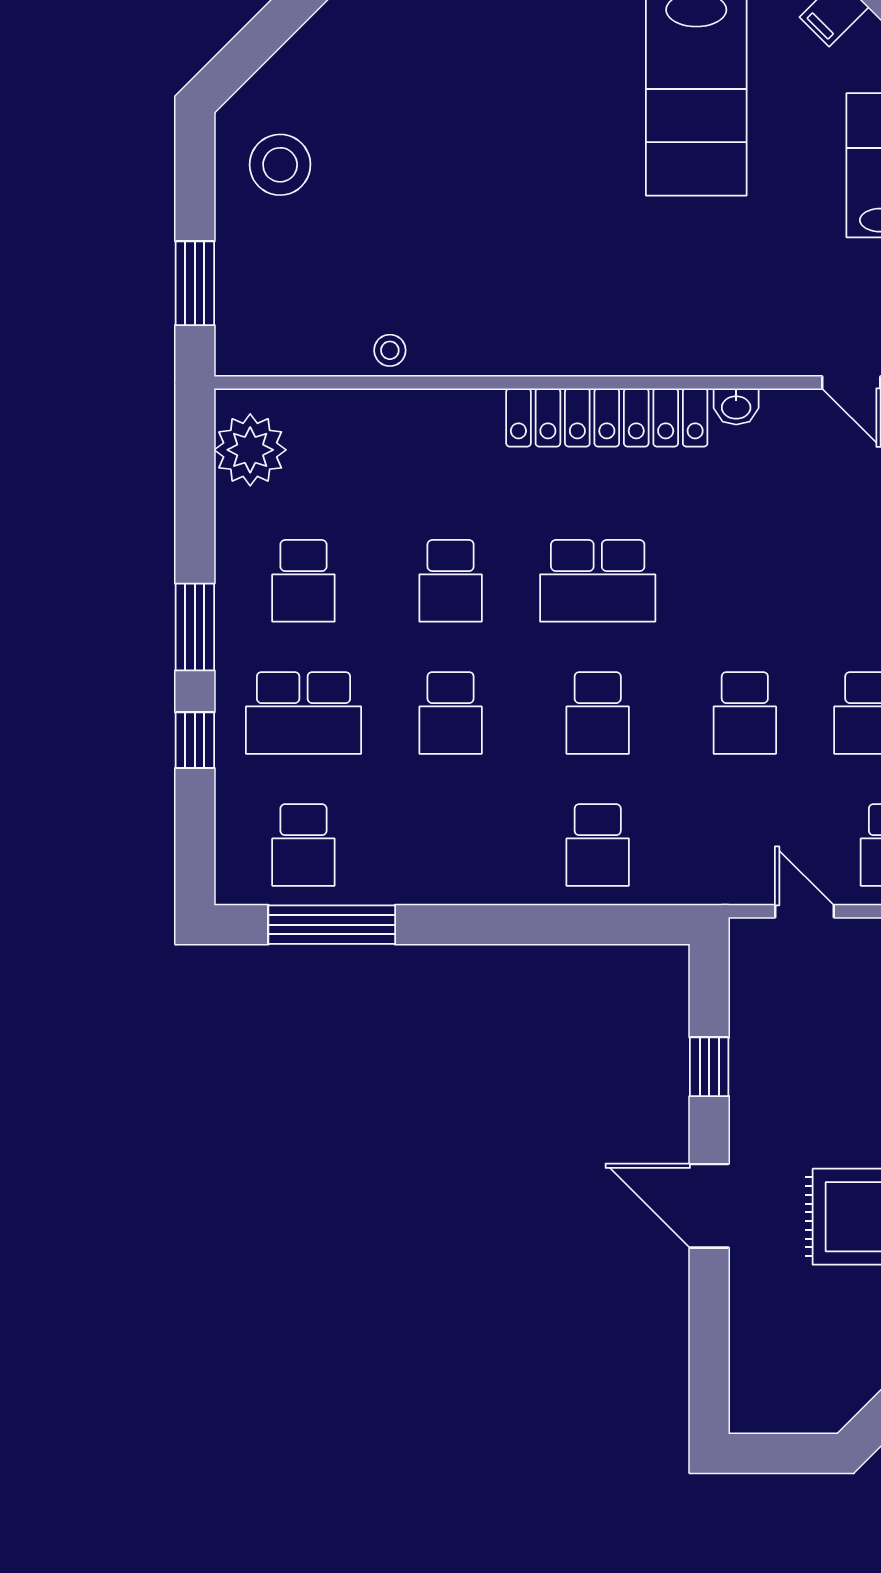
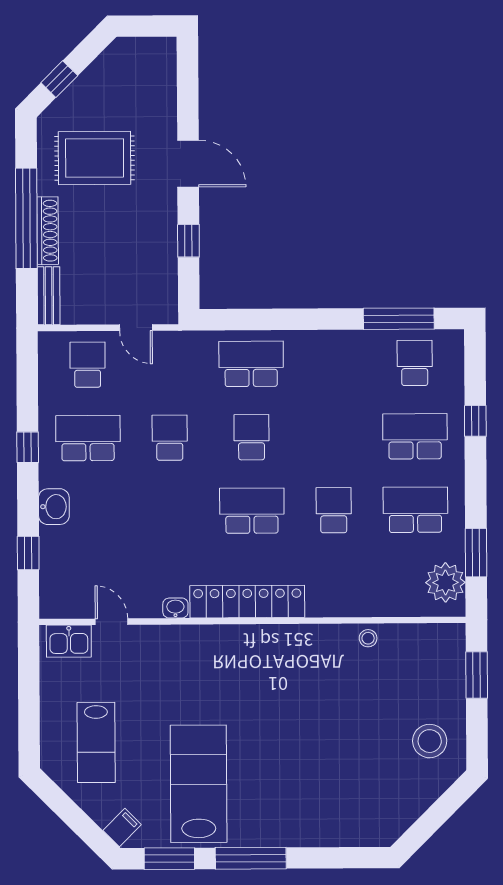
school desk: (303, 581) -> (415, 510), width x1.85
window: (195, 627) -> (476, 553), moved
school desk: (451, 713) -> (333, 437), removed
school desk: (598, 845) -> (251, 364), width x1.85

